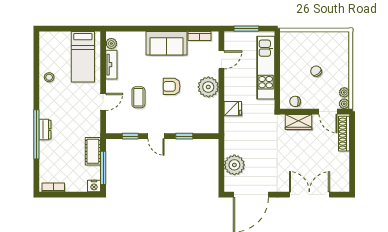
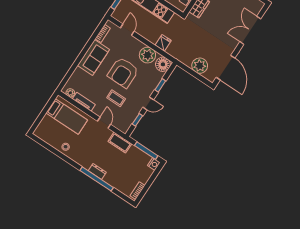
armchair: (172, 86) -> (123, 73), width x1.88, depth x1.88
plant: (208, 87) -> (147, 55), moved
floor lamp: (209, 124) -> (163, 64), added
cot: (93, 151) -> (120, 143), moved

